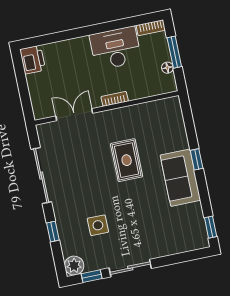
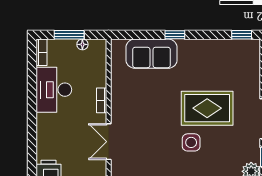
rug: (127, 160) -> (207, 108), moved, width x1.36, depth x1.43
sofa: (180, 178) -> (152, 54), moved
side table: (98, 225) -> (191, 142), moved

